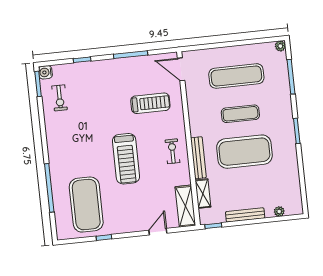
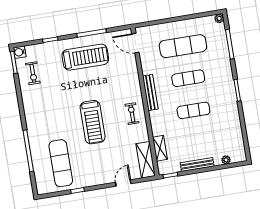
treadmill: (150, 103) -> (85, 57), moved, width x1.37, depth x1.38
exercise mat: (244, 152) -> (193, 110), width x0.50, depth x0.69
bench: (198, 158) -> (150, 92), moved
exercise mat: (86, 205) -> (61, 163), width x0.68

